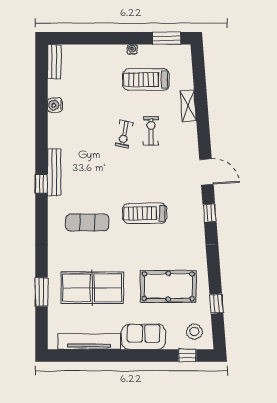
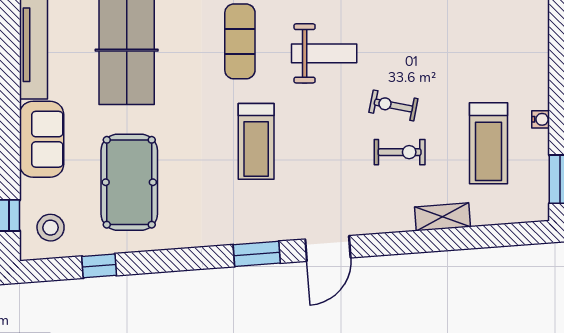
treadmill: (146, 80) -> (488, 143), turned 180
weight bench: (94, 174) -> (324, 53), added
treadmill: (145, 213) -> (256, 141), turned 180
window: (210, 213) -> (257, 254), width x1.50

